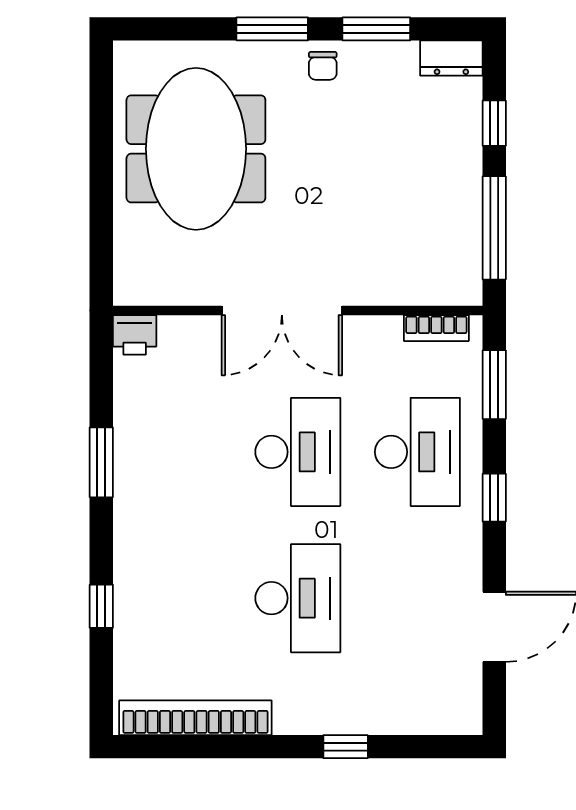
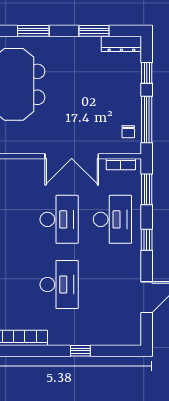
window: (272, 29) -> (33, 31), moved
dresser: (451, 58) -> (121, 44), width x1.44
chair: (323, 66) -> (128, 132), moved
double door: (282, 310) -> (72, 156), moved

